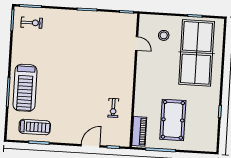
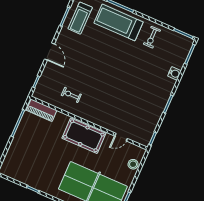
water cooler: (55, 14) -> (174, 73), added
exercise bike: (32, 23) -> (152, 37), moved
stool: (164, 35) -> (133, 164), moved
pool table: (173, 120) -> (84, 136), moved
door: (91, 146) -> (49, 52), moved

